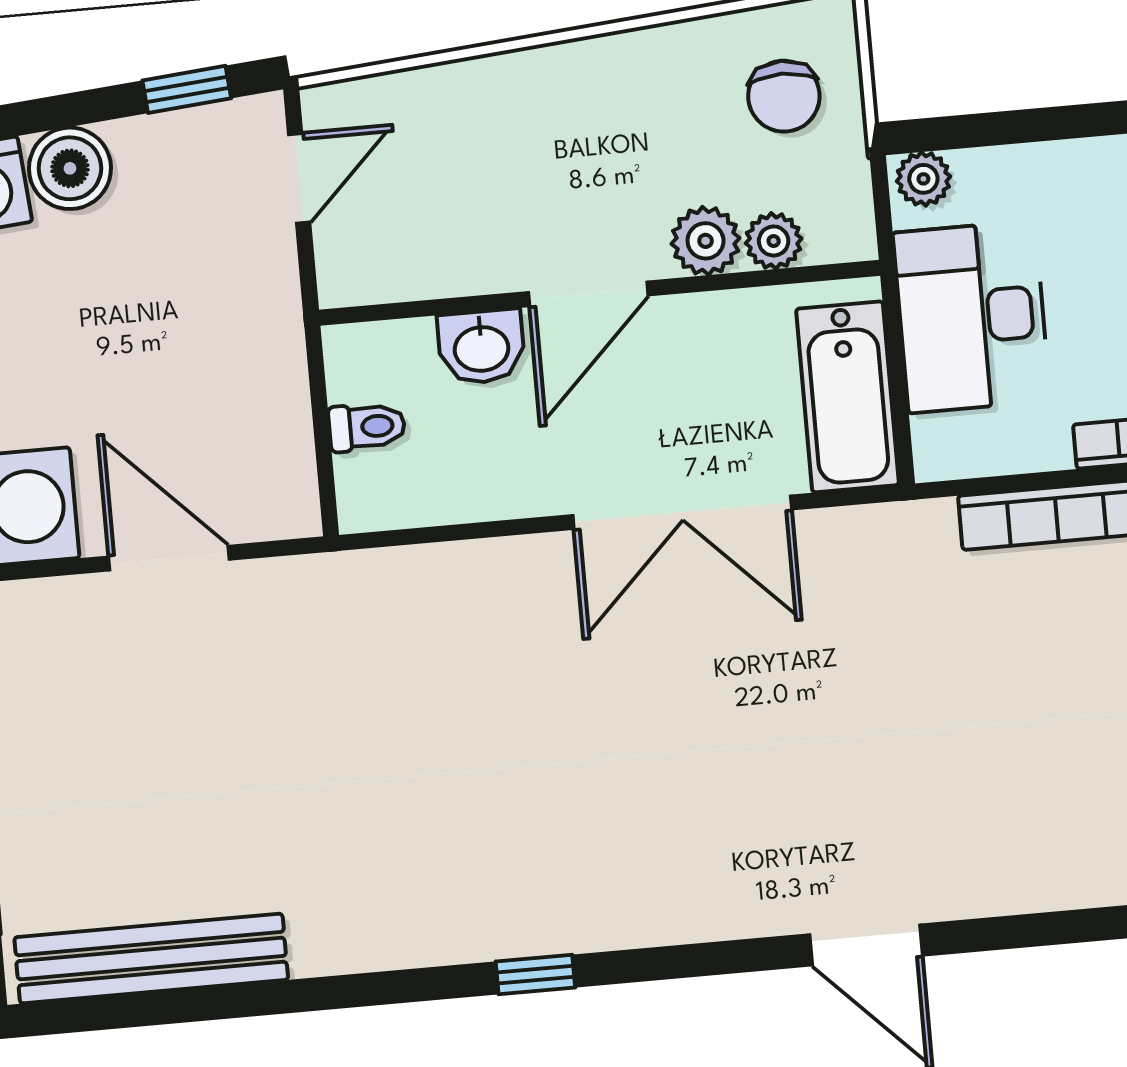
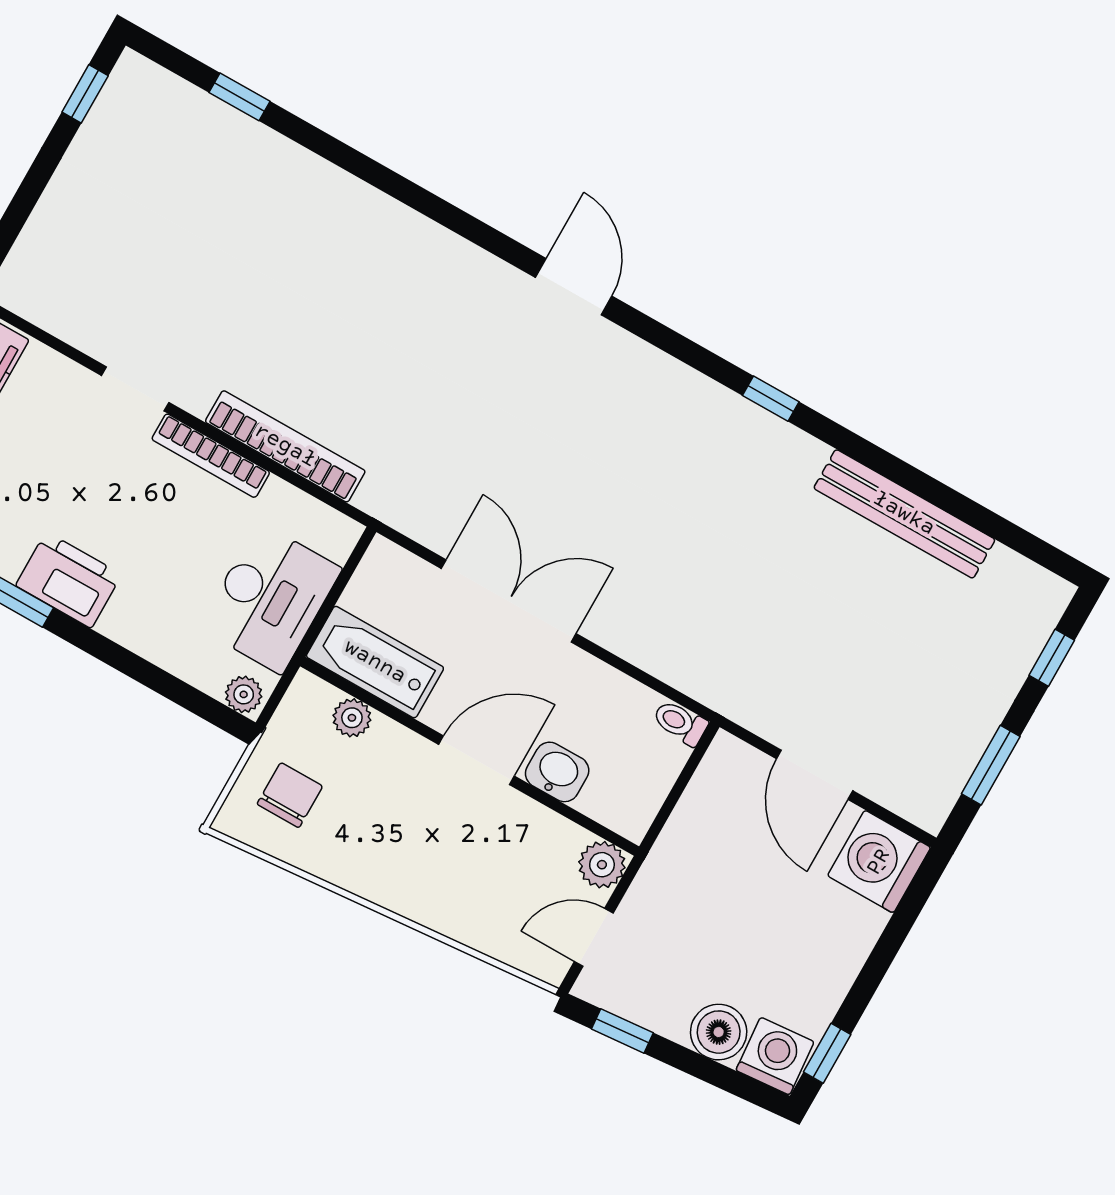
plant: (706, 241) -> (602, 865), moved
bathtub: (848, 397) -> (375, 662), moved, turned -90
toilet: (367, 427) -> (680, 723), moved
bench: (151, 959) -> (904, 514), moved

